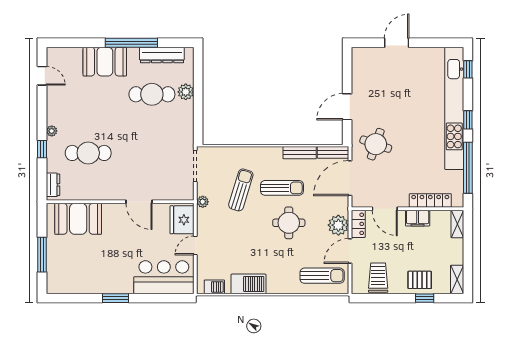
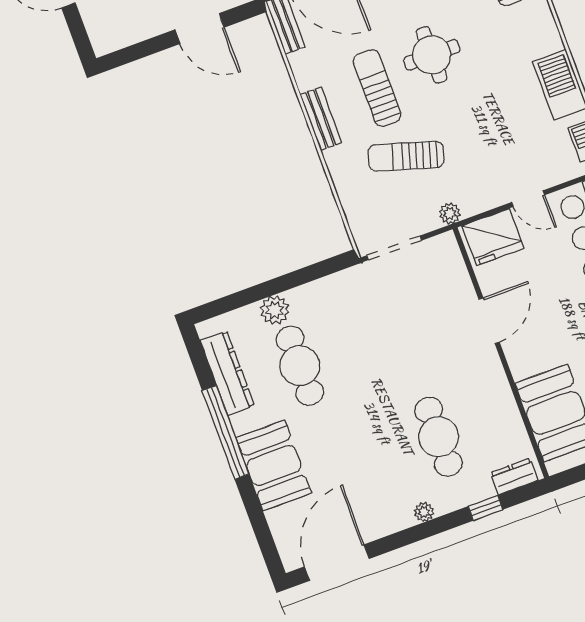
door: (42, 76) -> (337, 563), width x1.87
window: (42, 149) -> (485, 508), moved
bench: (300, 153) -> (321, 119), moved

